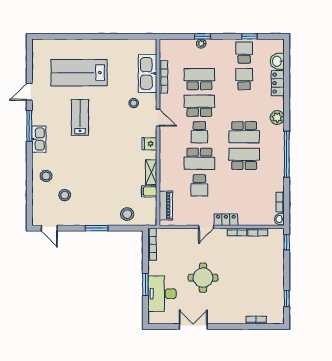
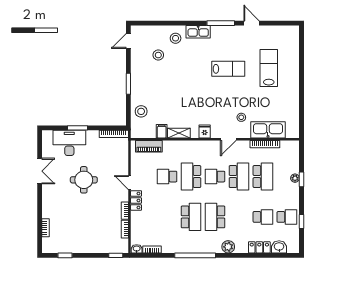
lab bench: (79, 73) -> (269, 68), width x0.73, depth x0.72
kitchen sink: (39, 139) -> (198, 32), moved

